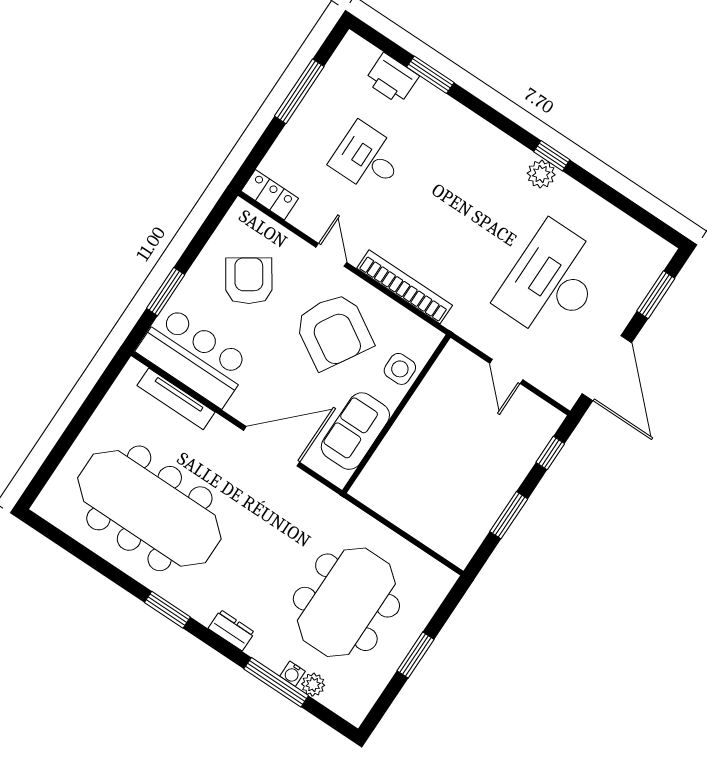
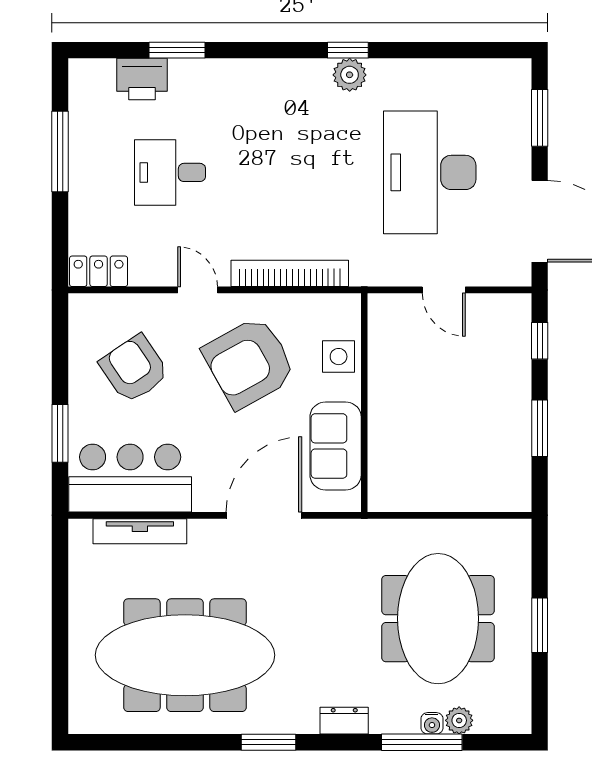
armchair: (334, 331) -> (249, 363), turned 120

